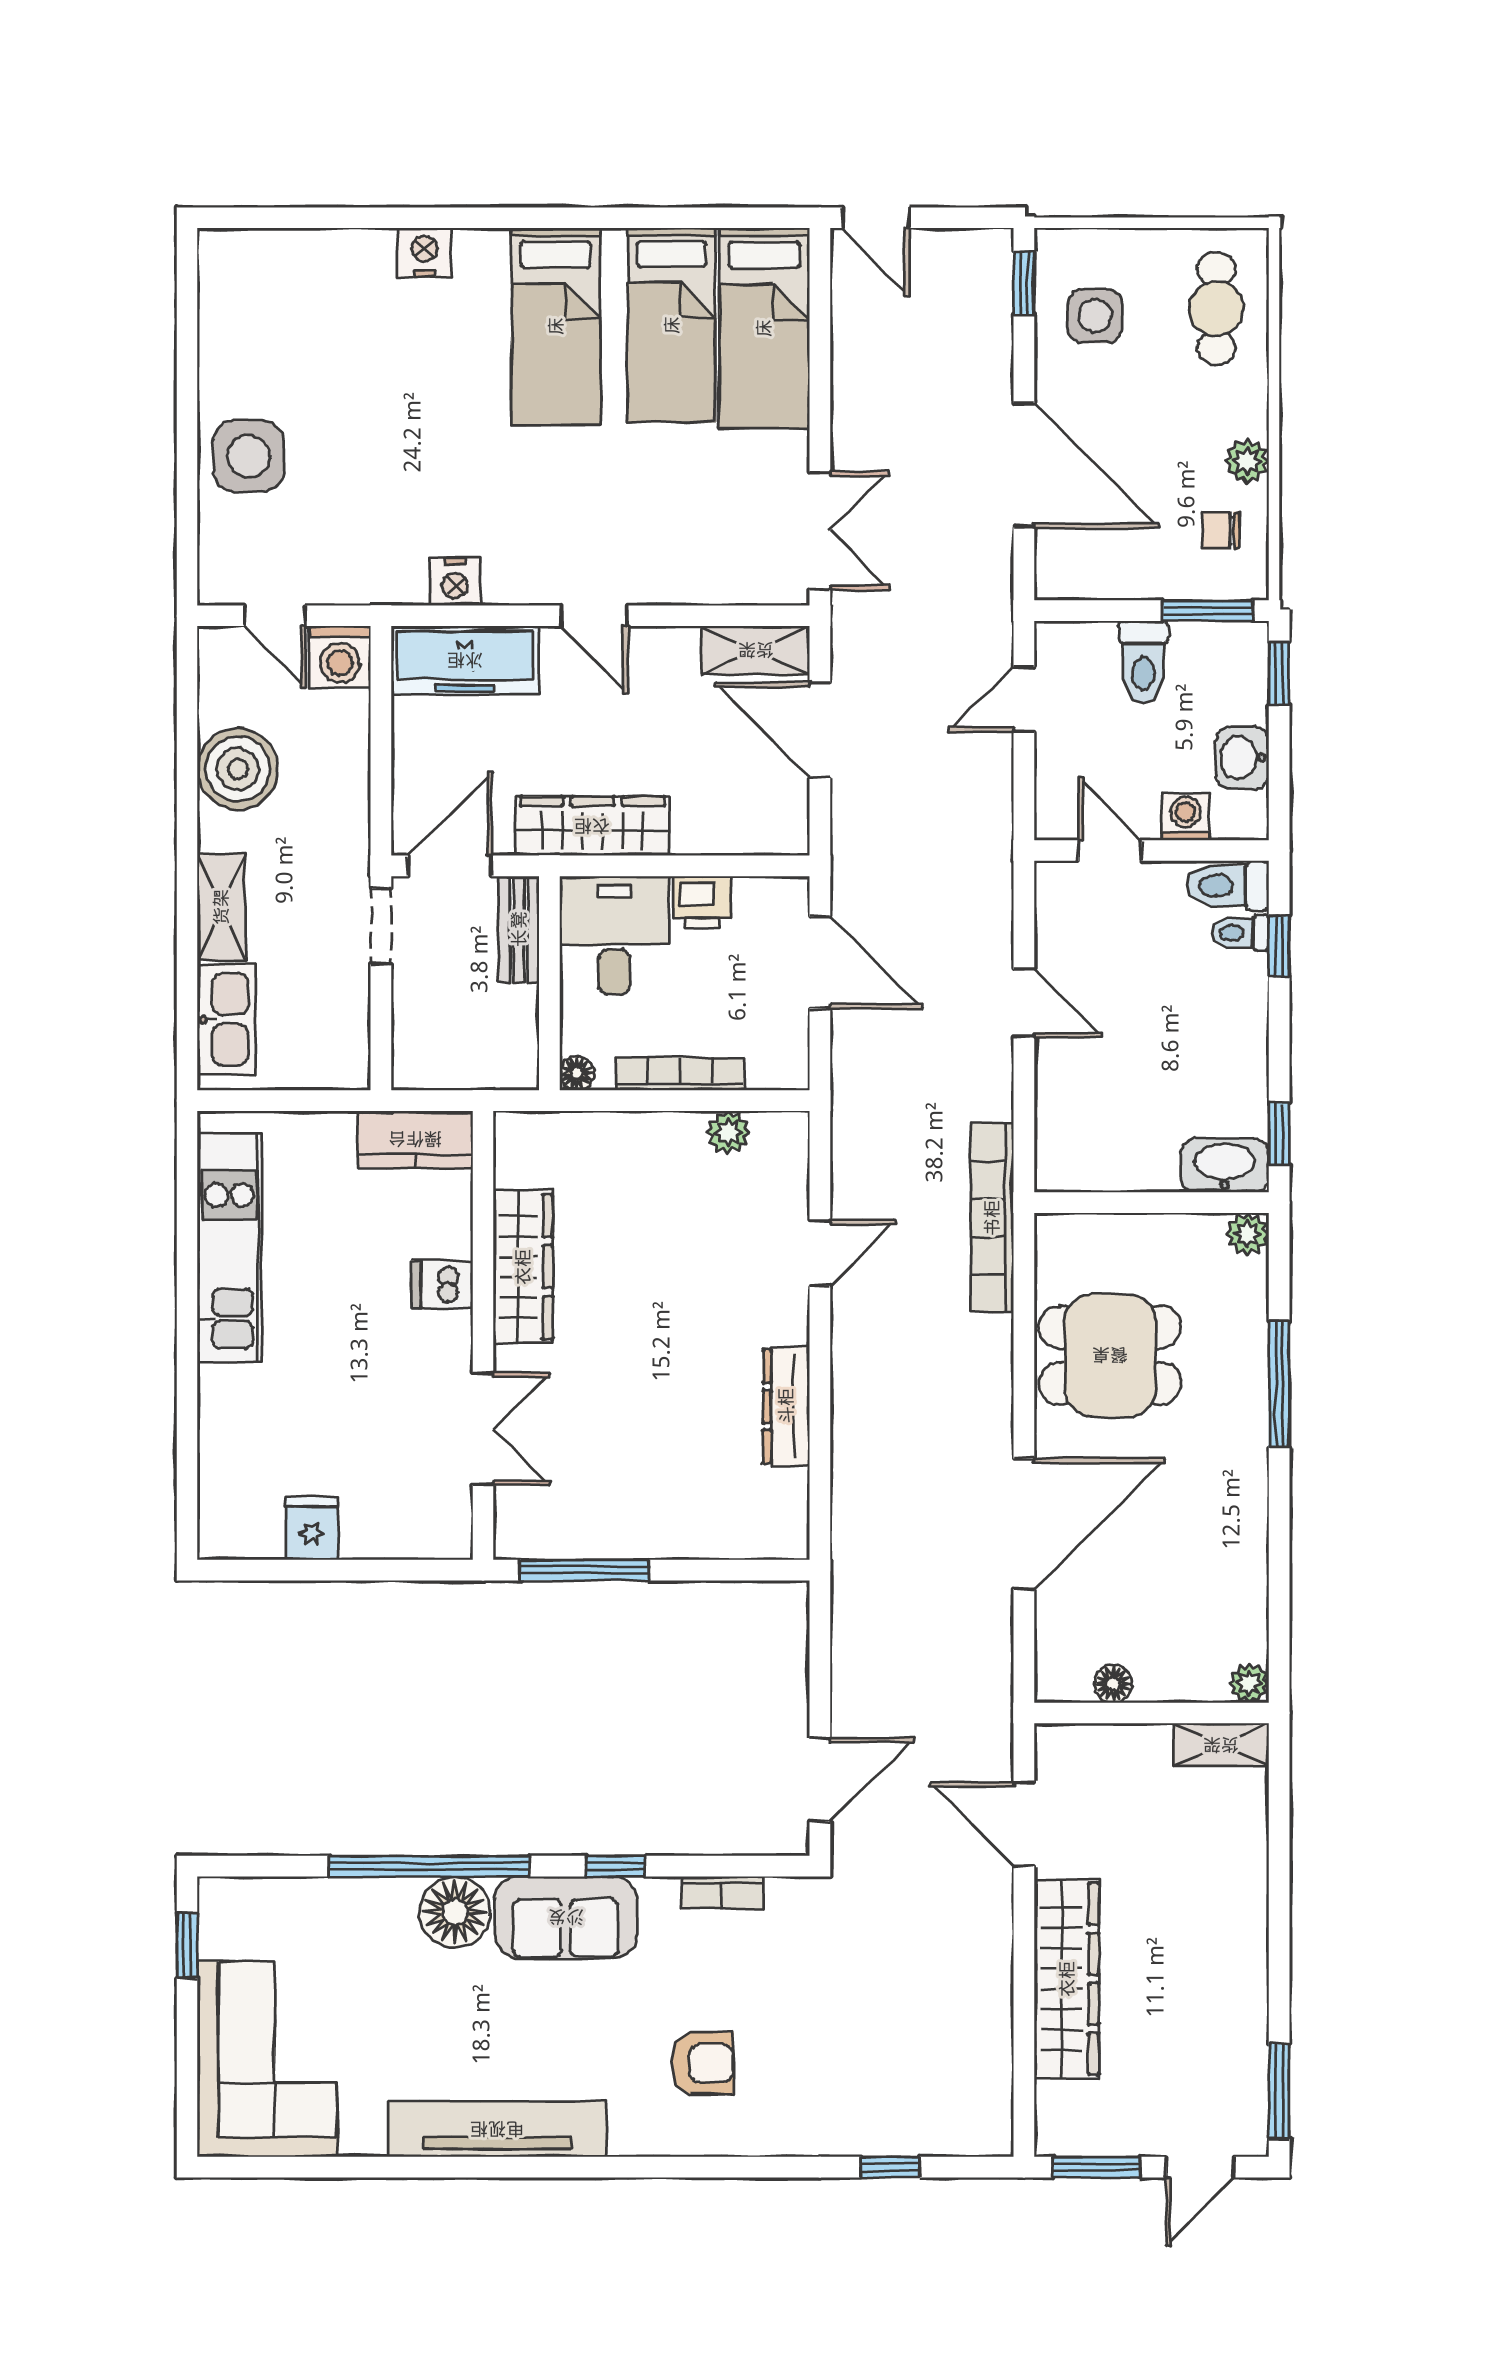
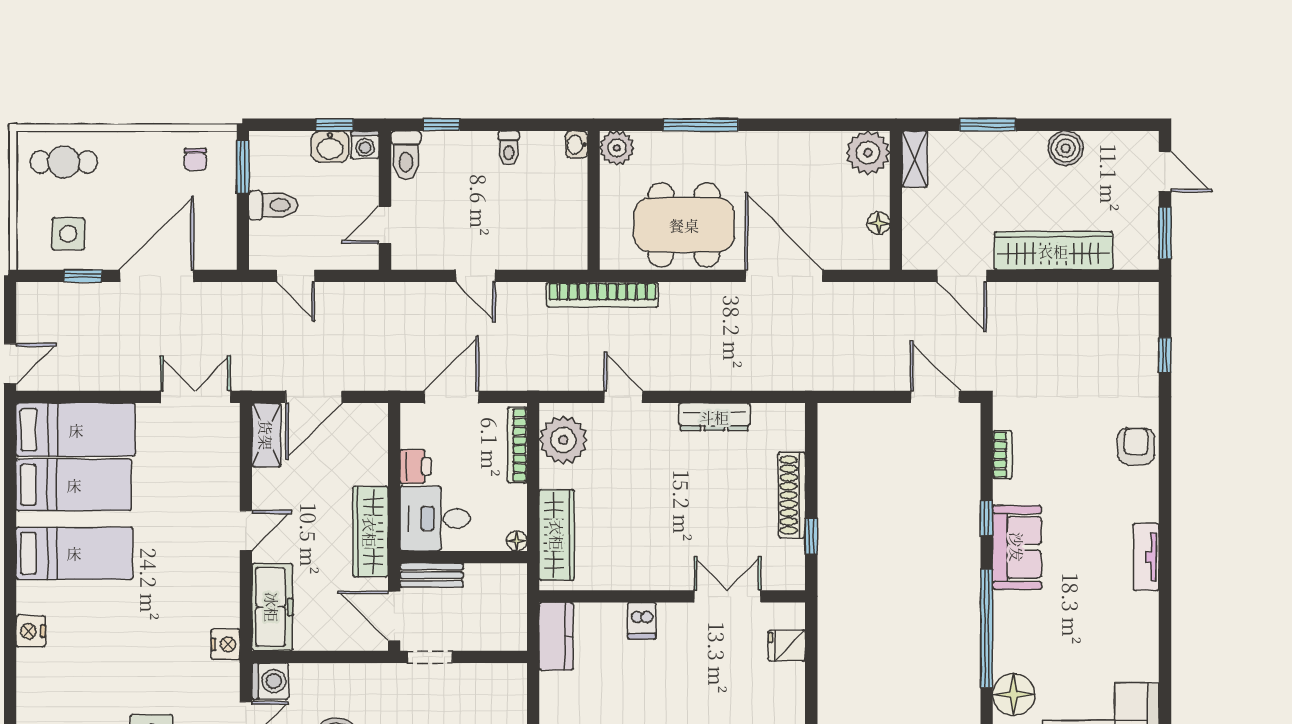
window: (1024, 283) -> (83, 276), moved
plant: (1247, 461) -> (154, 144), removed
nightstand: (455, 582) -> (226, 644), moved
window: (1279, 673) -> (335, 125), moved
washing machine: (1186, 817) -> (365, 145), moved, turned -90
toilet: (1240, 933) -> (509, 148), moved
door: (1024, 1003) -> (475, 276), swing flipped
bookcase: (680, 1074) -> (517, 445), moved
plant: (728, 1133) -> (563, 440), width x1.87, depth x1.87
window: (1279, 1133) -> (552, 125), removed
washbasin: (1225, 1165) -> (576, 144), width x0.52, depth x0.69
plant: (1248, 1234) -> (617, 148), width x1.38, depth x1.38
wardrobe: (523, 1267) -> (557, 535), moved, turned 90
dining table: (1110, 1355) -> (684, 225), width x1.38
fridge: (312, 1529) -> (787, 646), moved
shoe rack: (654, 1537) -> (792, 495), added
window: (584, 1570) -> (811, 536), width x0.46
plant: (1249, 1683) -> (868, 153), width x1.87, depth x1.87
door: (1024, 1824) -> (962, 276), hinge flipped
floor lamp: (455, 1912) -> (1014, 695), moved
boiler: (1240, 1999) -> (1066, 148), added
armchair: (703, 2063) -> (1136, 446), moved
window: (1279, 2091) -> (988, 125), moved
tv unit: (497, 2129) -> (1146, 557), width x0.52, depth x0.78

